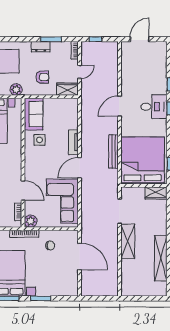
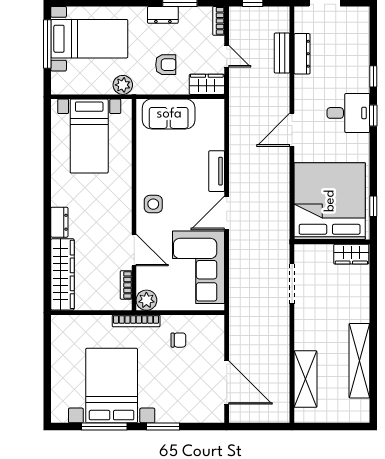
dresser: (126, 70) -> (302, 54), added
door: (80, 72) -> (227, 56), hinge flipped
door: (119, 106) -> (292, 130), moved
sofa: (34, 114) -> (169, 114), moved, turned 90
side table: (40, 140) -> (153, 204), moved
bench: (113, 152) -> (282, 53), moved, width x0.73
shelving: (128, 241) -> (305, 379), moved
door: (80, 256) -> (227, 383), moved

